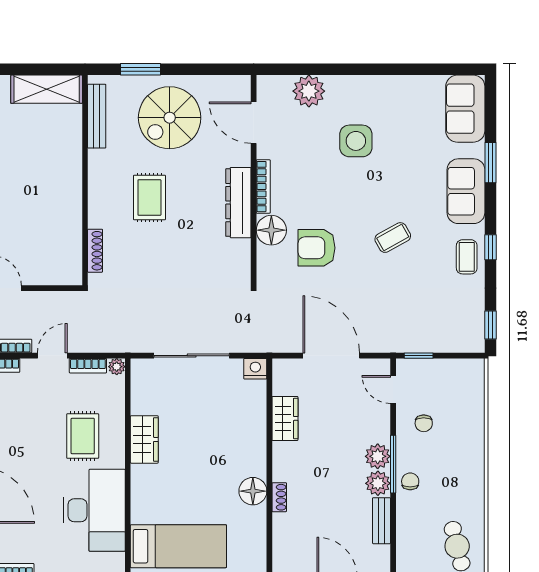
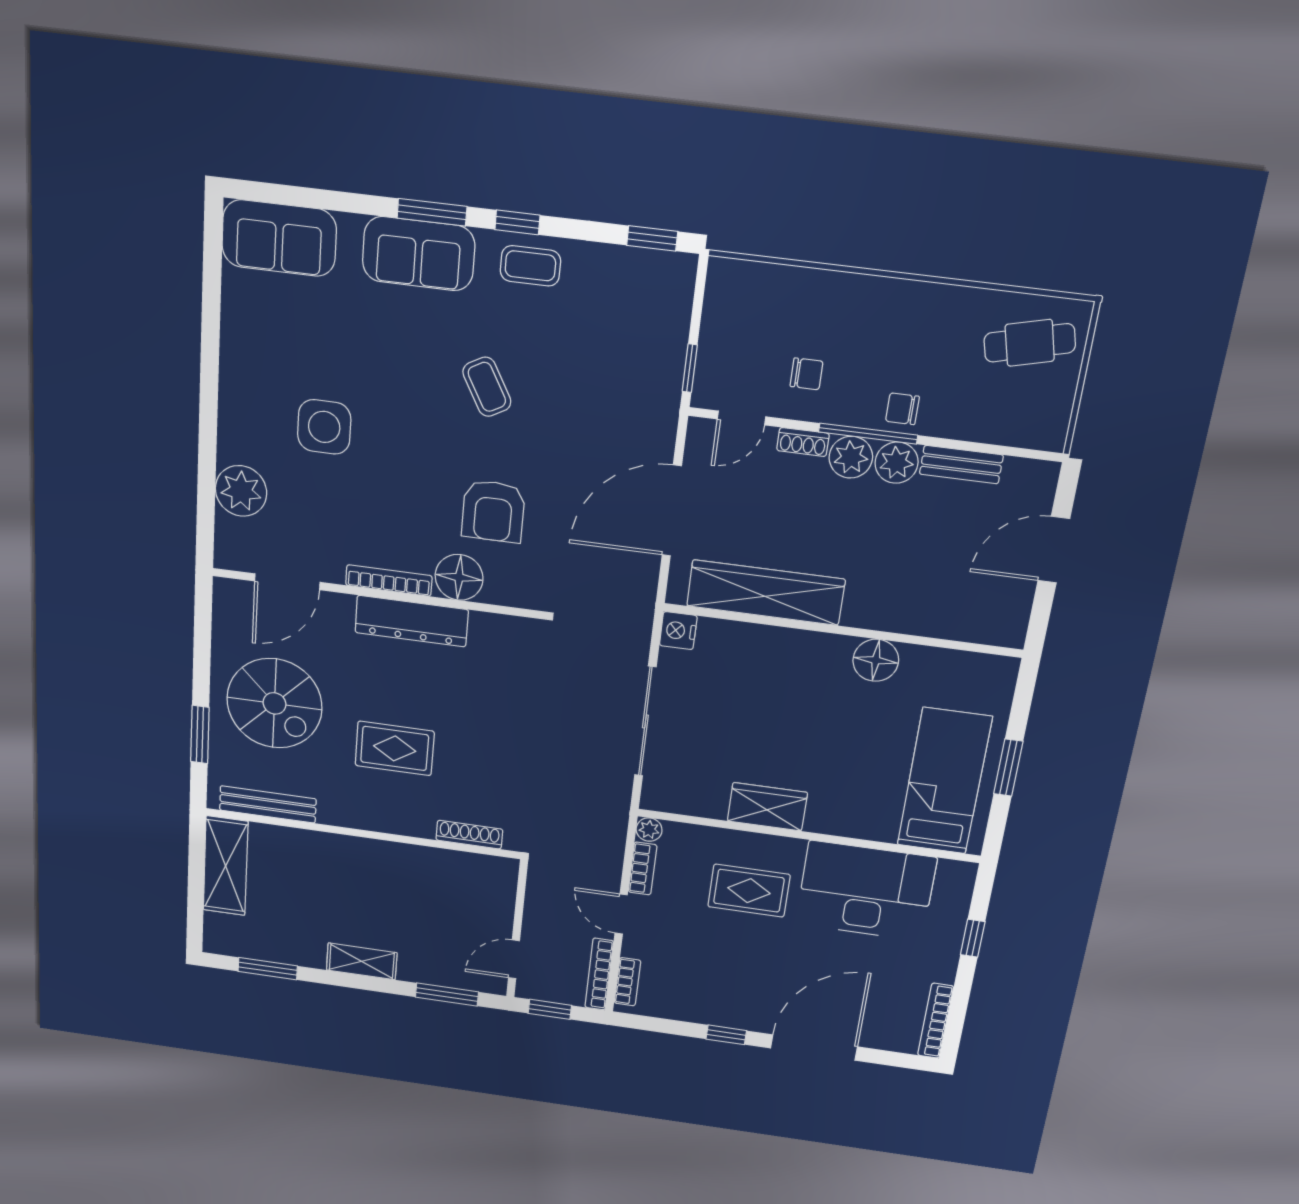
window: (490, 163) -> (432, 212), moved
wardrobe: (285, 418) -> (766, 593), width x2.10, depth x1.17
shoe rack: (279, 497) -> (803, 442), moved, turned 180

